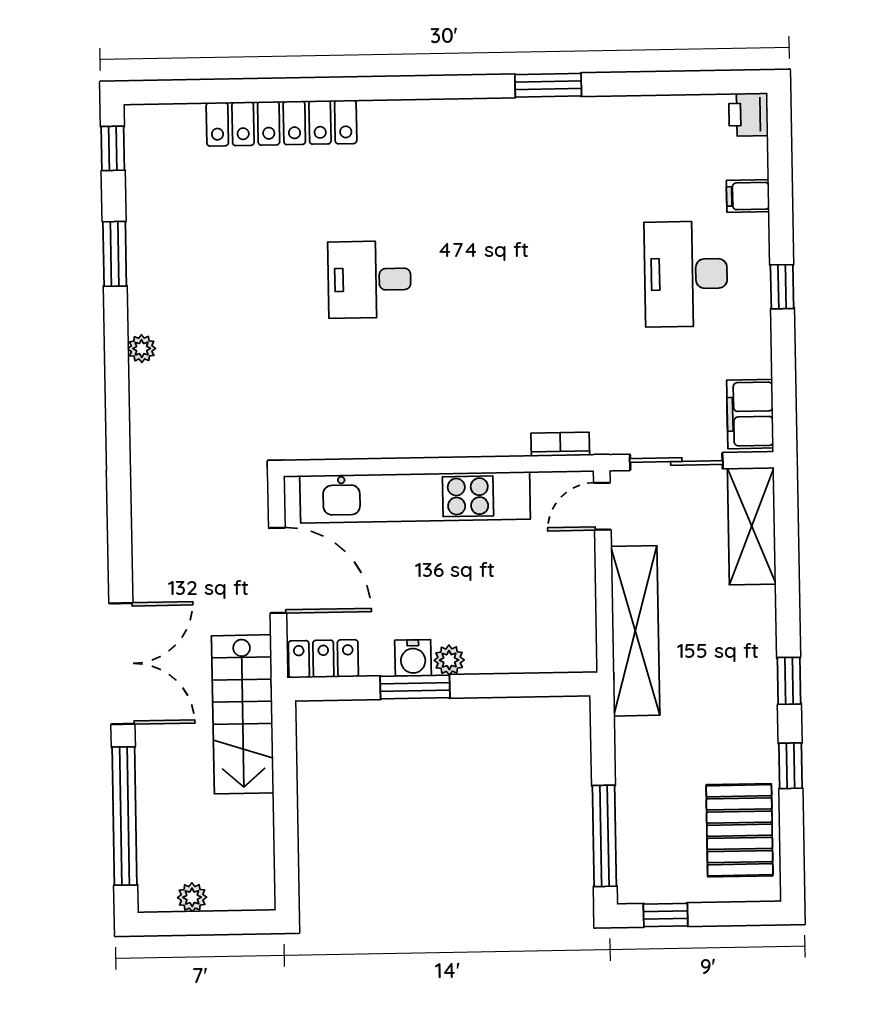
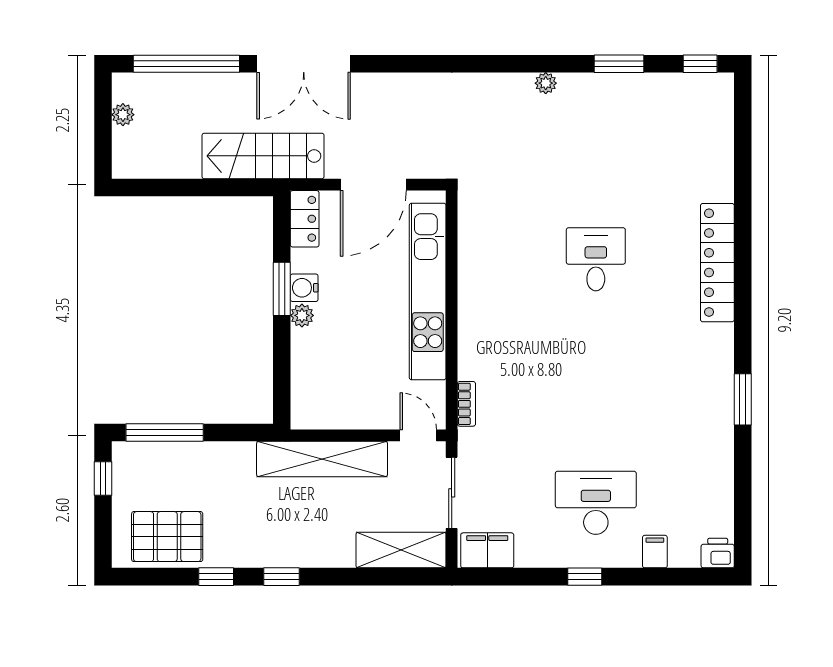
locker: (281, 123) -> (717, 263), moved

